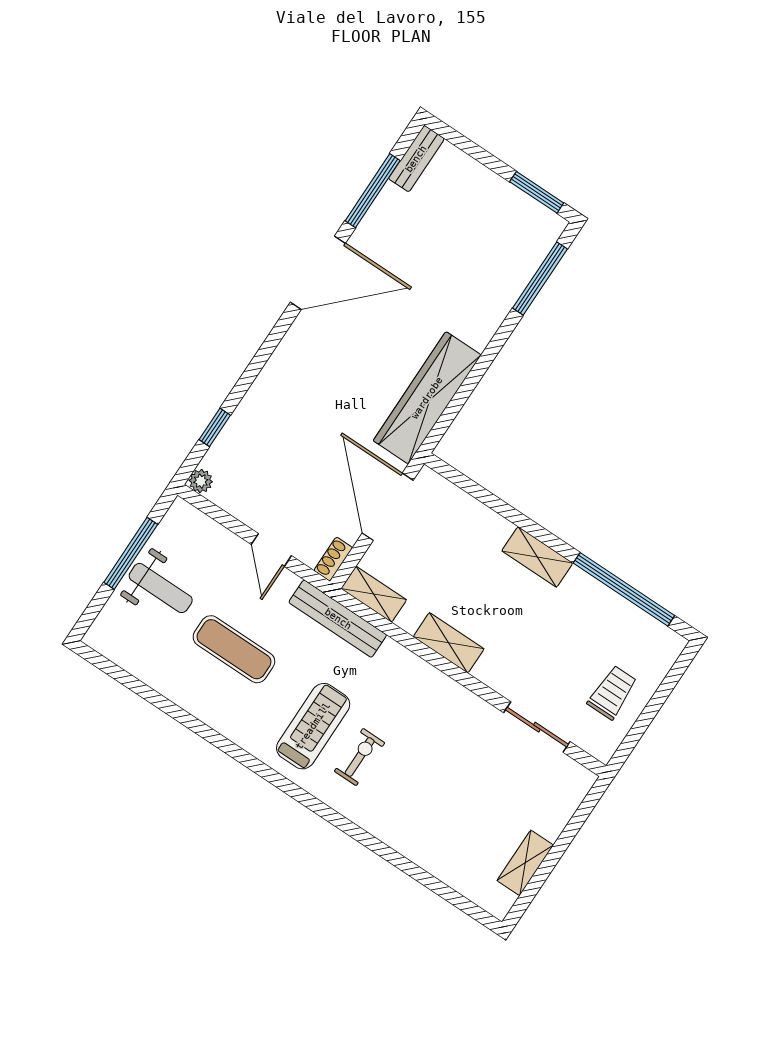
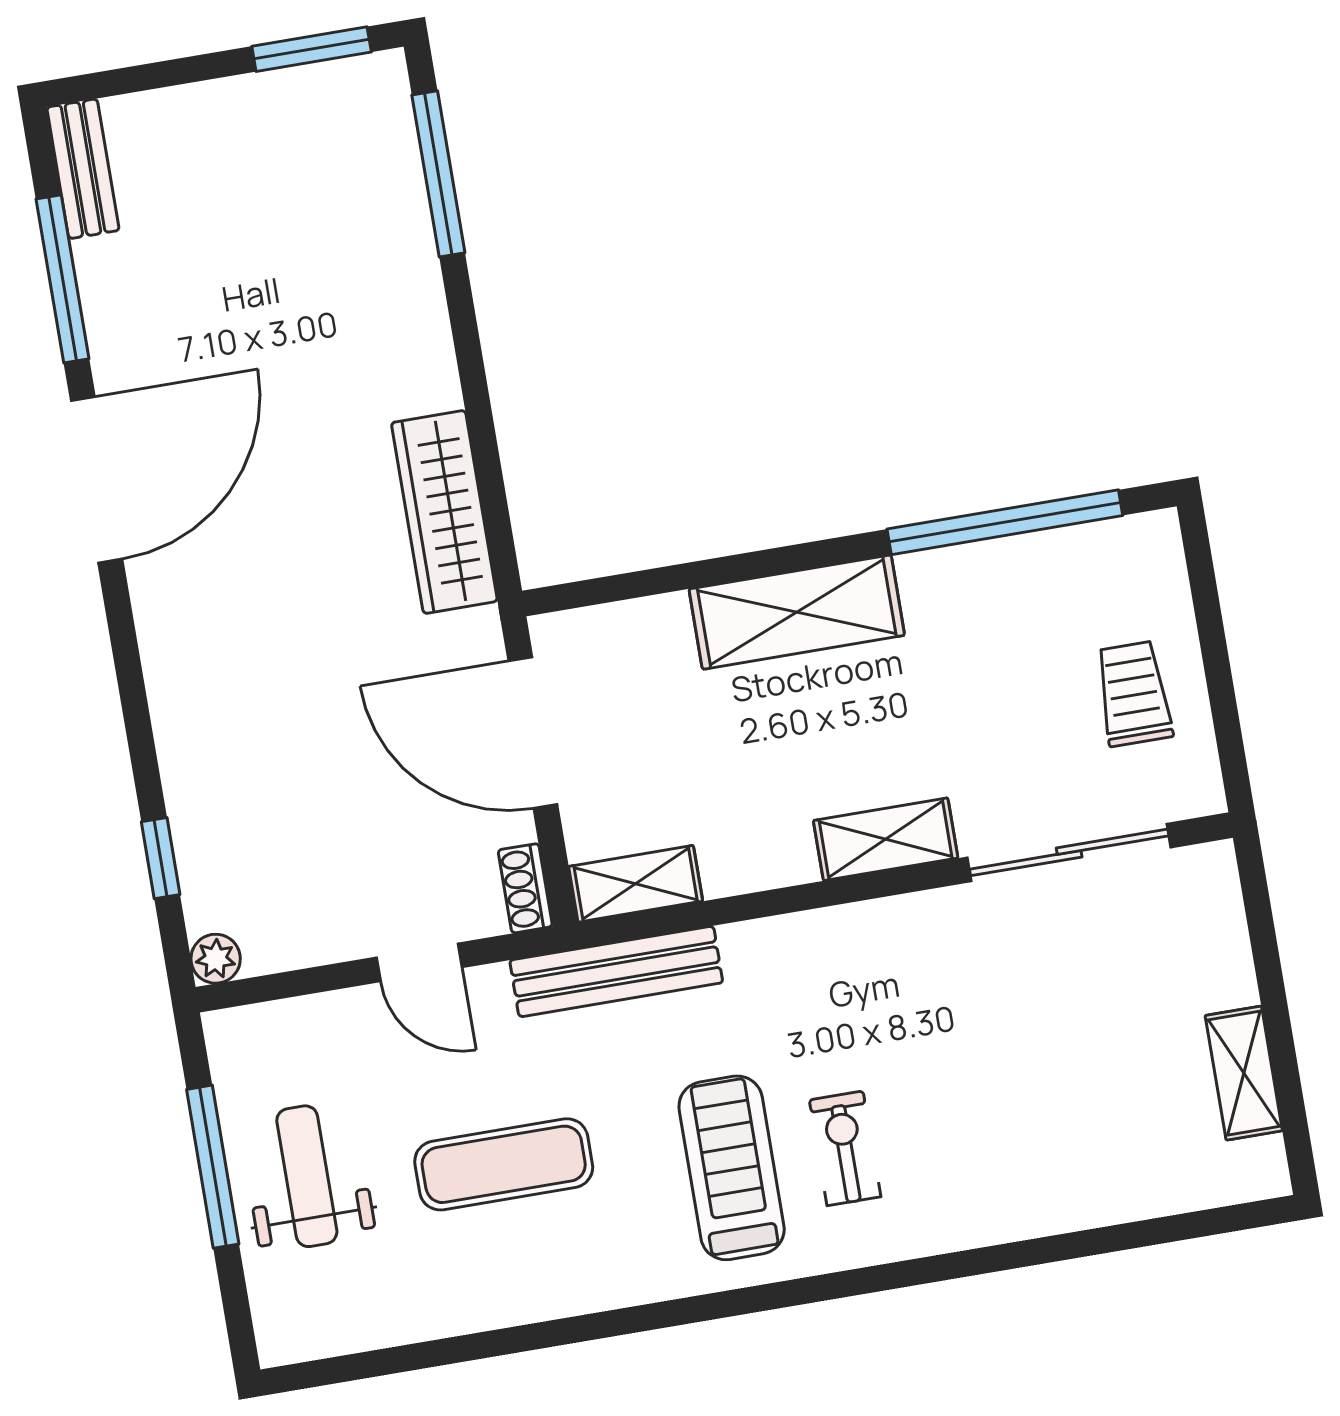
wardrobe: (427, 398) -> (444, 512), width x0.71, depth x0.85
shelving: (537, 557) -> (797, 612), width x1.50, depth x1.33
weight bench: (161, 588) -> (307, 1176), turned -90
shelving: (449, 643) -> (886, 839), moved
sliding door: (537, 727) -> (1069, 852), width x1.37

